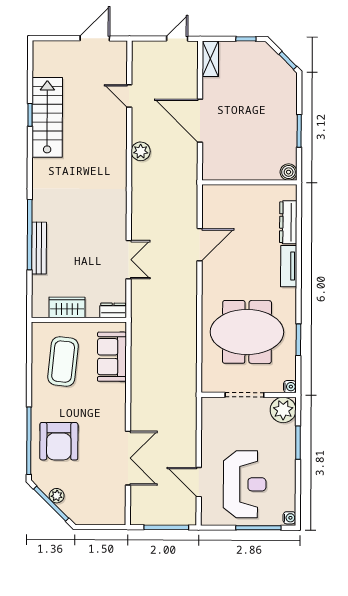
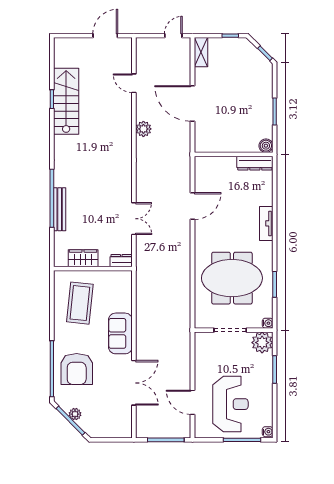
dresser: (288, 222) -> (255, 163), moved, turned -90
sofa: (112, 357) -> (120, 333), moved

